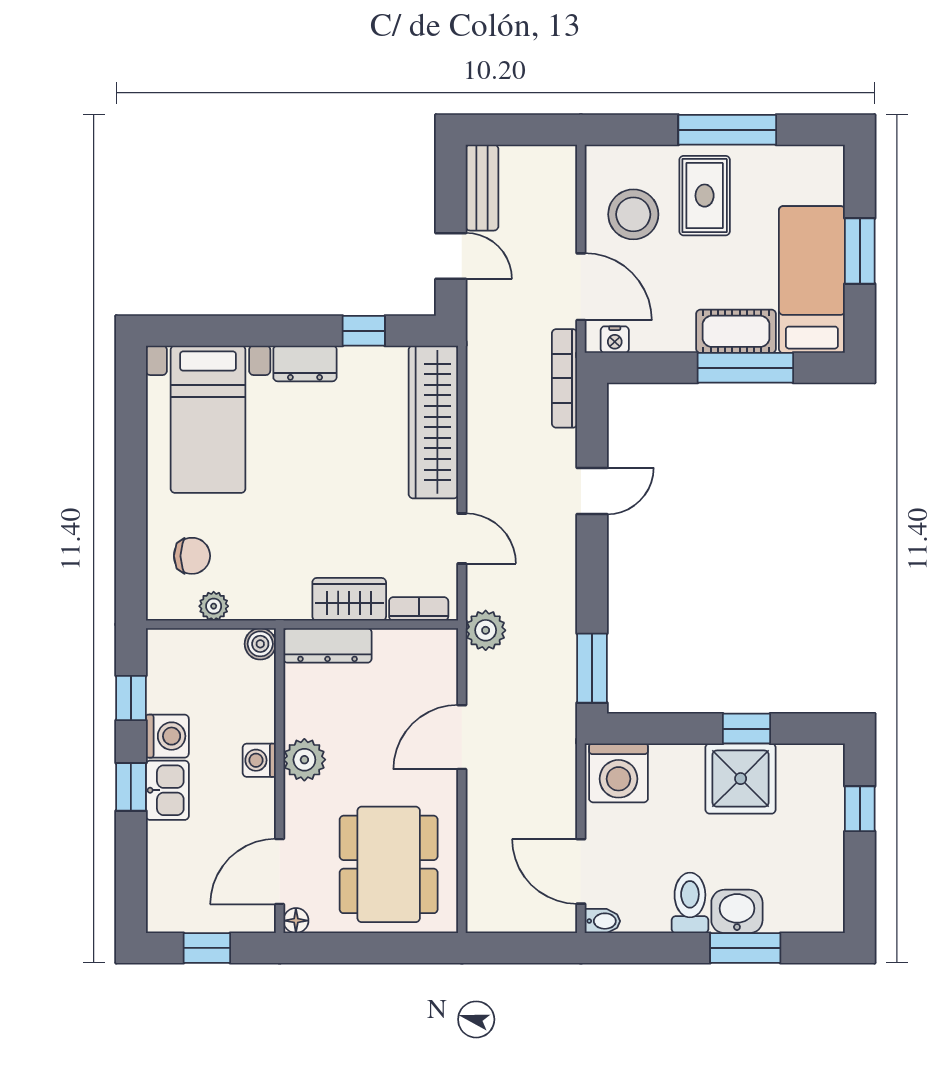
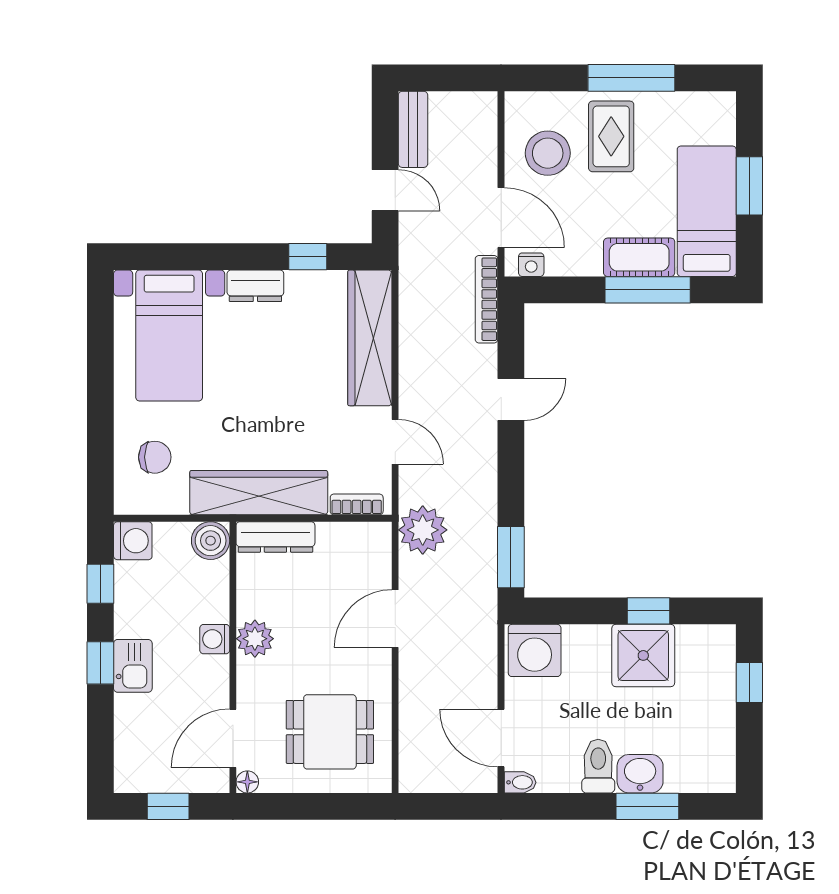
wardrobe: (349, 599) -> (259, 493), width x2.10, depth x1.17
plant: (214, 606) -> (174, 502), removed
plant: (486, 630) -> (423, 530), width x1.36, depth x1.36
boiler: (260, 644) -> (211, 541), width x1.36, depth x1.36
washing machine: (167, 736) -> (133, 541), moved
dining table: (389, 864) -> (330, 732), width x0.73

